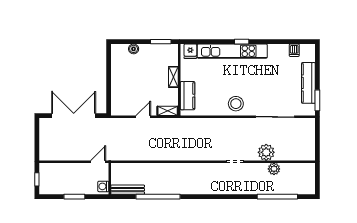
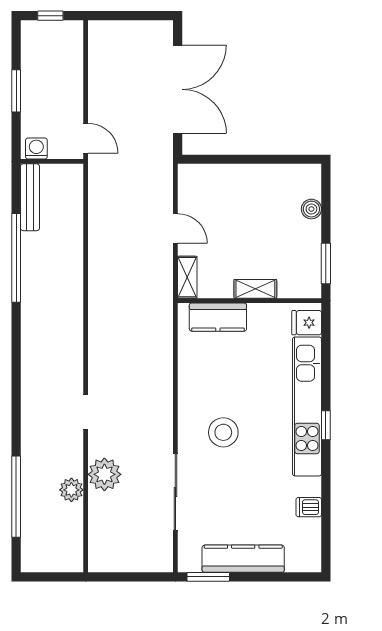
dishwasher: (294, 50) -> (309, 507), moved
stool: (236, 104) -> (223, 432), moved

